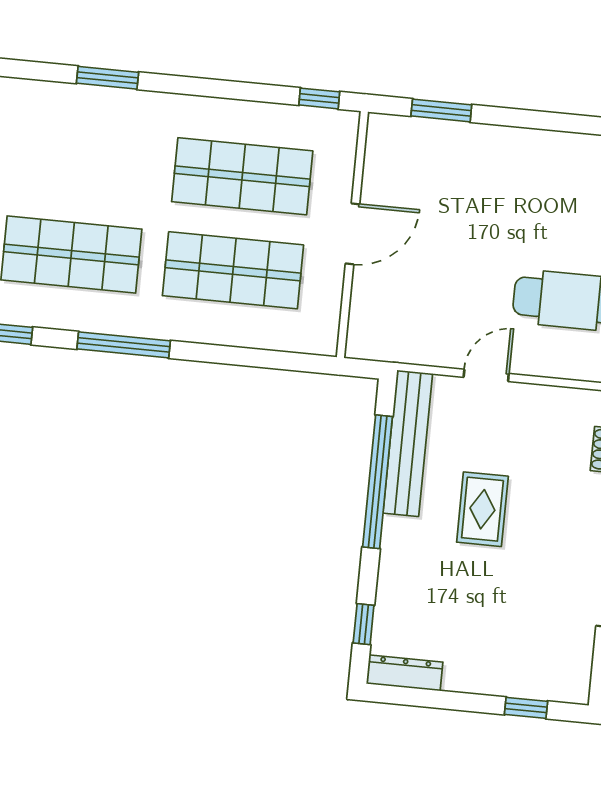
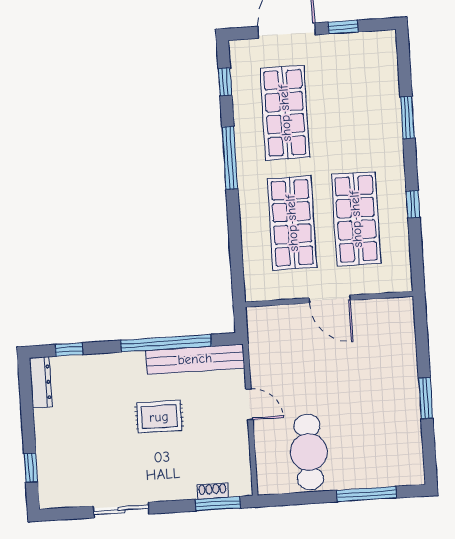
window: (319, 98) -> (413, 204), moved
window: (441, 110) -> (426, 398), moved

